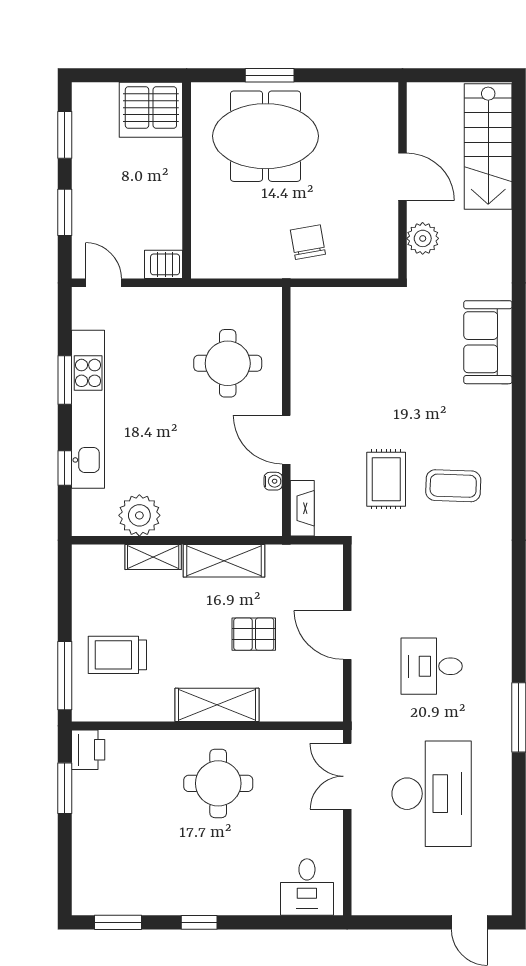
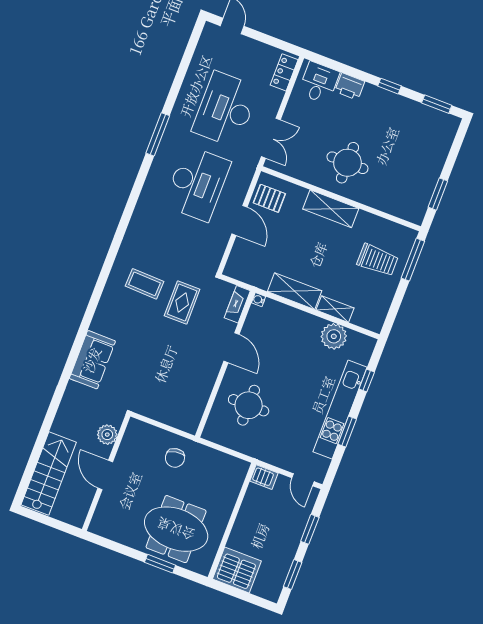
water cooler: (273, 481) -> (259, 300), moved
pallet: (254, 634) -> (269, 198), moved
desk: (432, 666) -> (197, 184), width x1.87, depth x1.30
printer: (88, 750) -> (350, 86), moved, turned -90
locker: (365, 883) -> (284, 72), added

